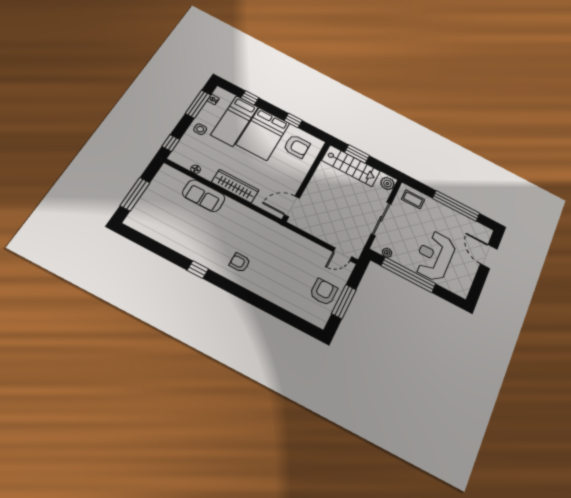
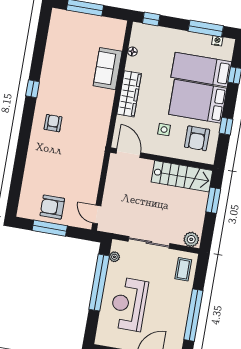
side table: (200, 129) -> (164, 130), moved
stairs: (351, 166) -> (182, 176), moved, turned -90
reception desk: (435, 256) -> (129, 304), turned -90
armchair: (324, 292) -> (52, 207), turned 180

